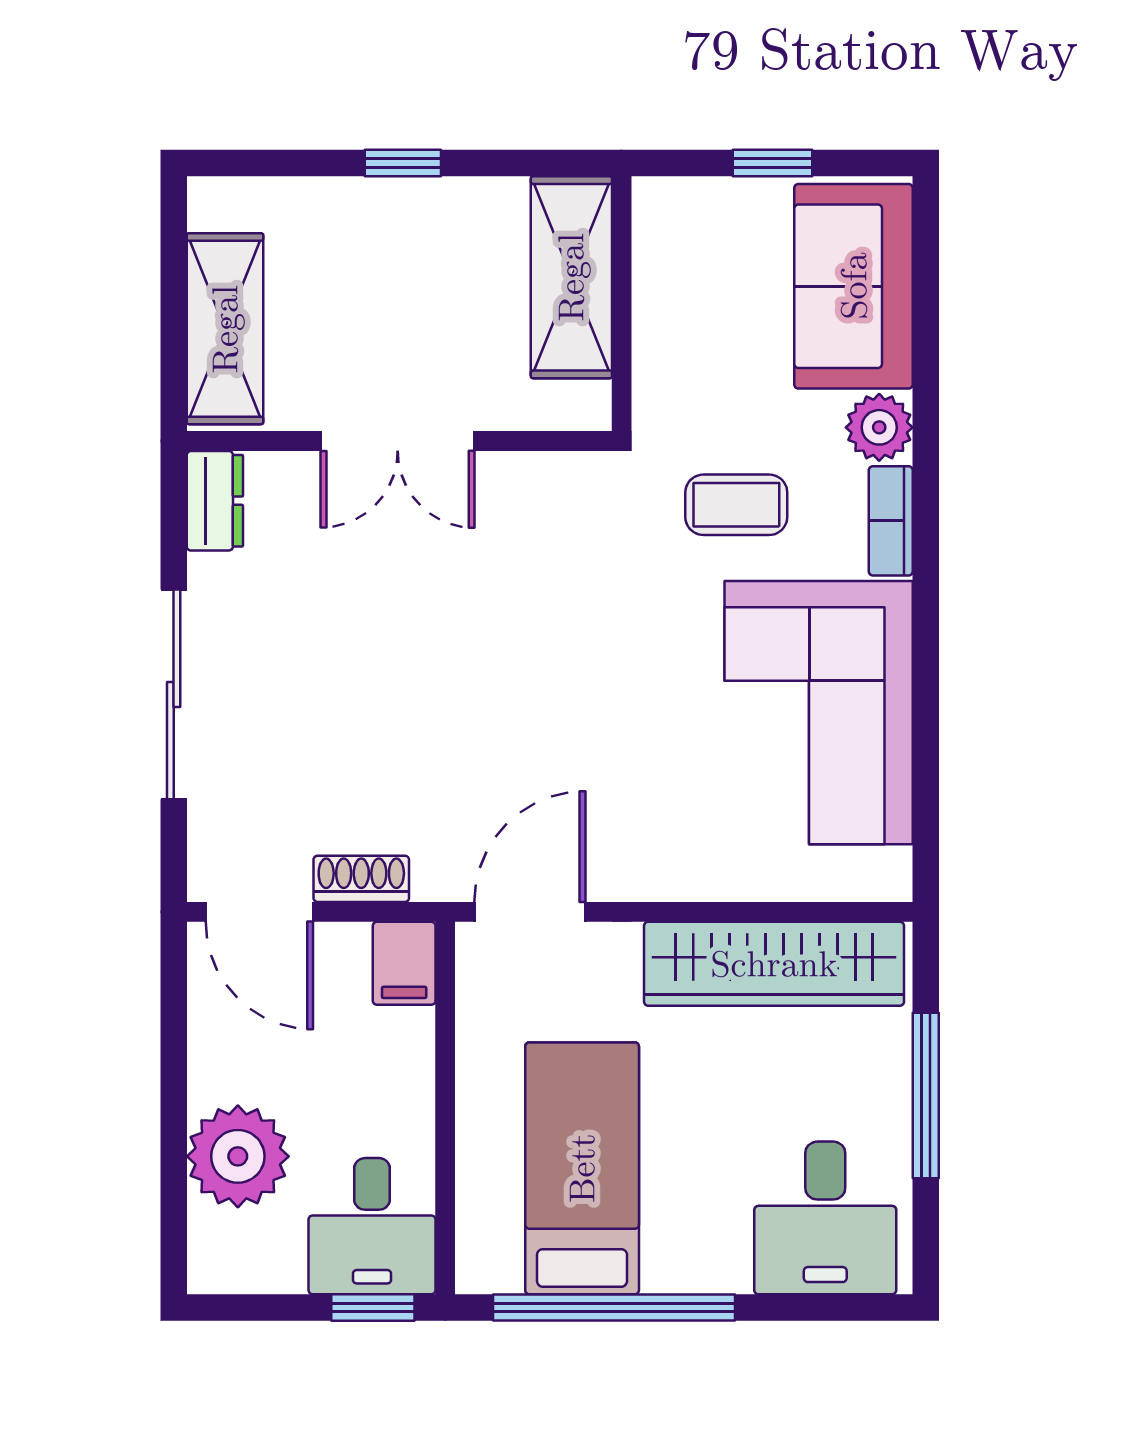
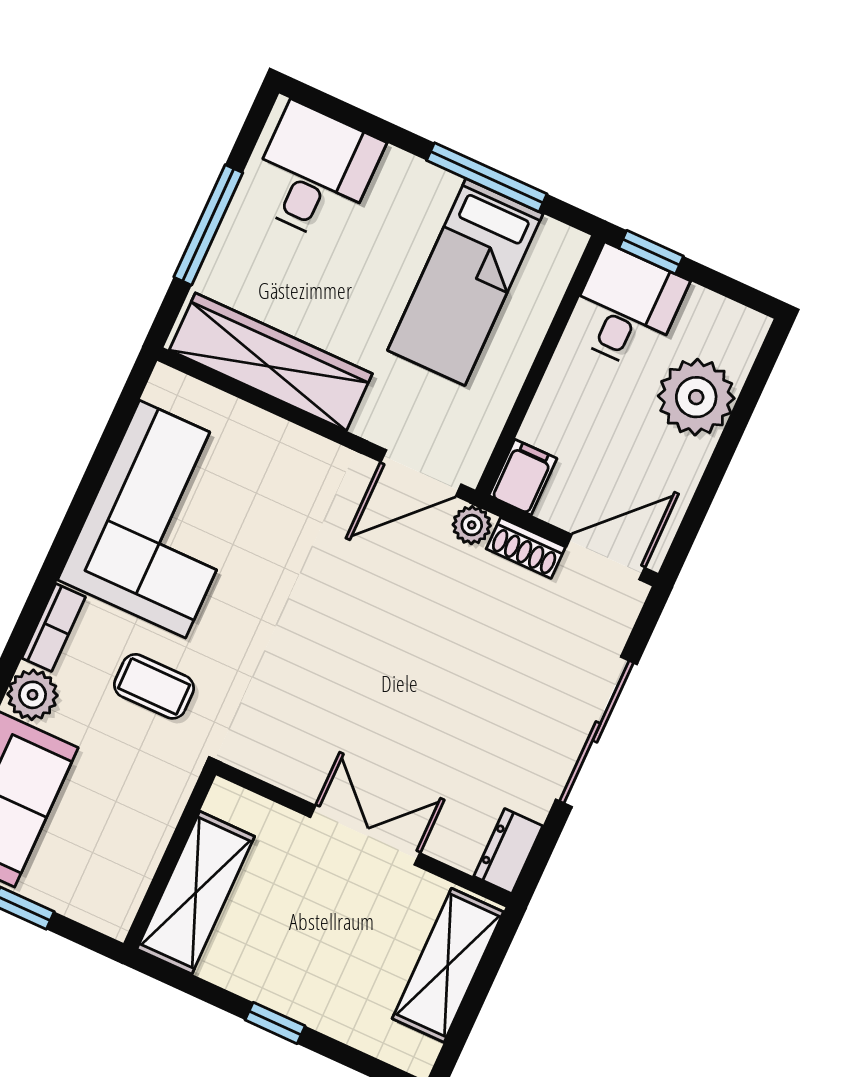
plant: (440, 877) -> (472, 525), added
door: (259, 912) -> (606, 557), hinge flipped
window: (614, 1308) -> (487, 177), width x0.68

